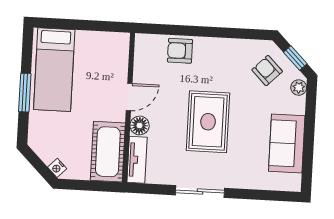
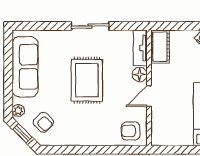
armchair: (180, 51) -> (131, 131), moved, turned 180
sofa: (287, 144) -> (25, 67), width x1.36
cot: (108, 152) -> (160, 47), width x0.73, depth x0.75

